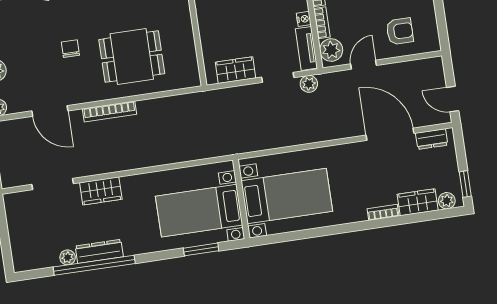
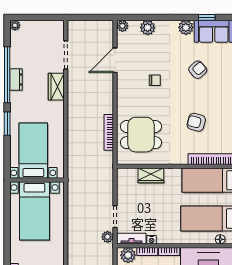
dining table: (132, 57) -> (141, 135), moved, turned 90
wardrobe: (236, 70) -> (151, 175), moved, turned 90
bookcase: (109, 111) -> (109, 132), moved
window: (201, 249) -> (7, 124), moved
dresser: (99, 251) -> (16, 80), width x0.70
plant: (68, 257) -> (15, 25), moved

